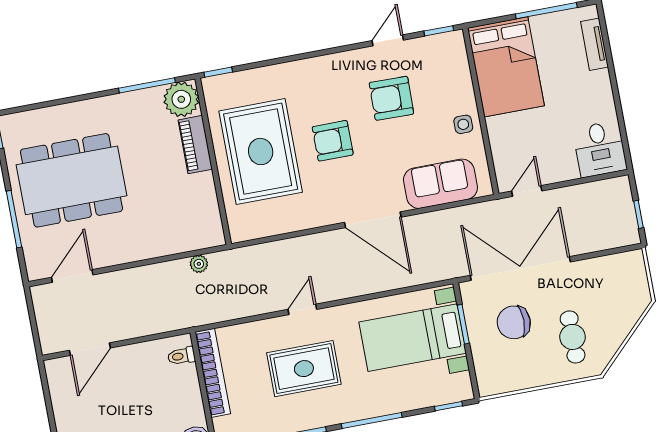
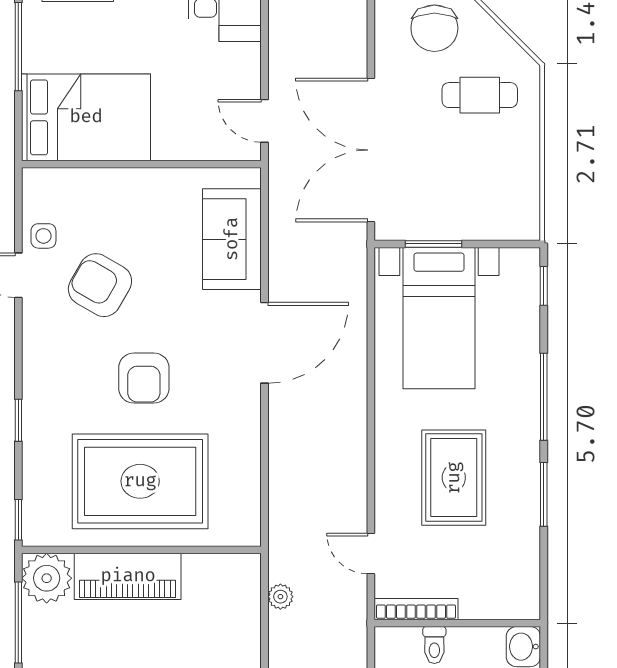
window: (439, 31) -> (18, 420), moved
armchair: (391, 98) -> (100, 285), turned 119
side table: (463, 124) -> (43, 236), moved
piano: (195, 145) -> (128, 576), width x1.37, depth x1.33
door: (302, 309) -> (371, 553), moved
chair: (514, 322) -> (434, 28), moved
toilet: (181, 356) -> (434, 645), moved
bookcase: (213, 373) -> (416, 609), width x0.68, depth x0.76

